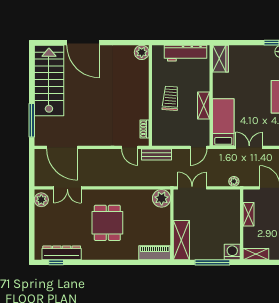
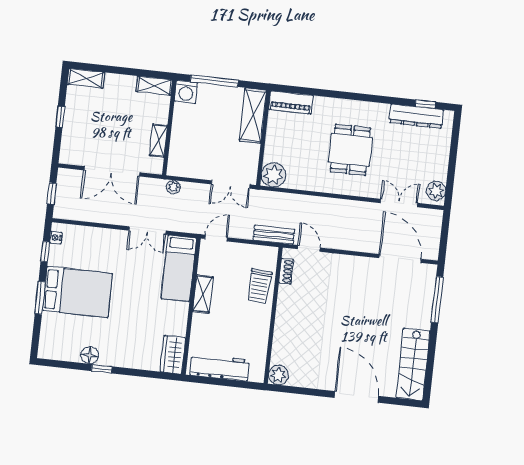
stairs: (49, 80) -> (413, 364), width x0.73, depth x0.66
trolley: (170, 98) -> (259, 286), moved

